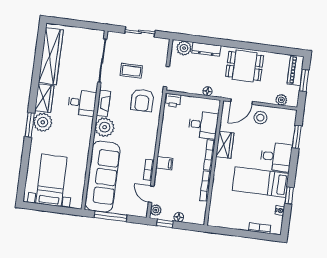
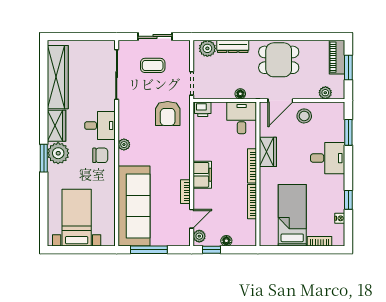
coffee table: (131, 71) -> (153, 65), moved
fireplace: (104, 103) -> (124, 123), removed
desk: (203, 125) -> (242, 118), moved, turned -90
plant: (105, 127) -> (124, 145), width x0.53, depth x0.53
chair: (79, 129) -> (100, 155), added
filing cabinet: (164, 163) -> (202, 175), width x2.00
bed: (261, 182) -> (292, 215), moved, turned 90
door: (151, 194) -> (192, 219), swing flipped

